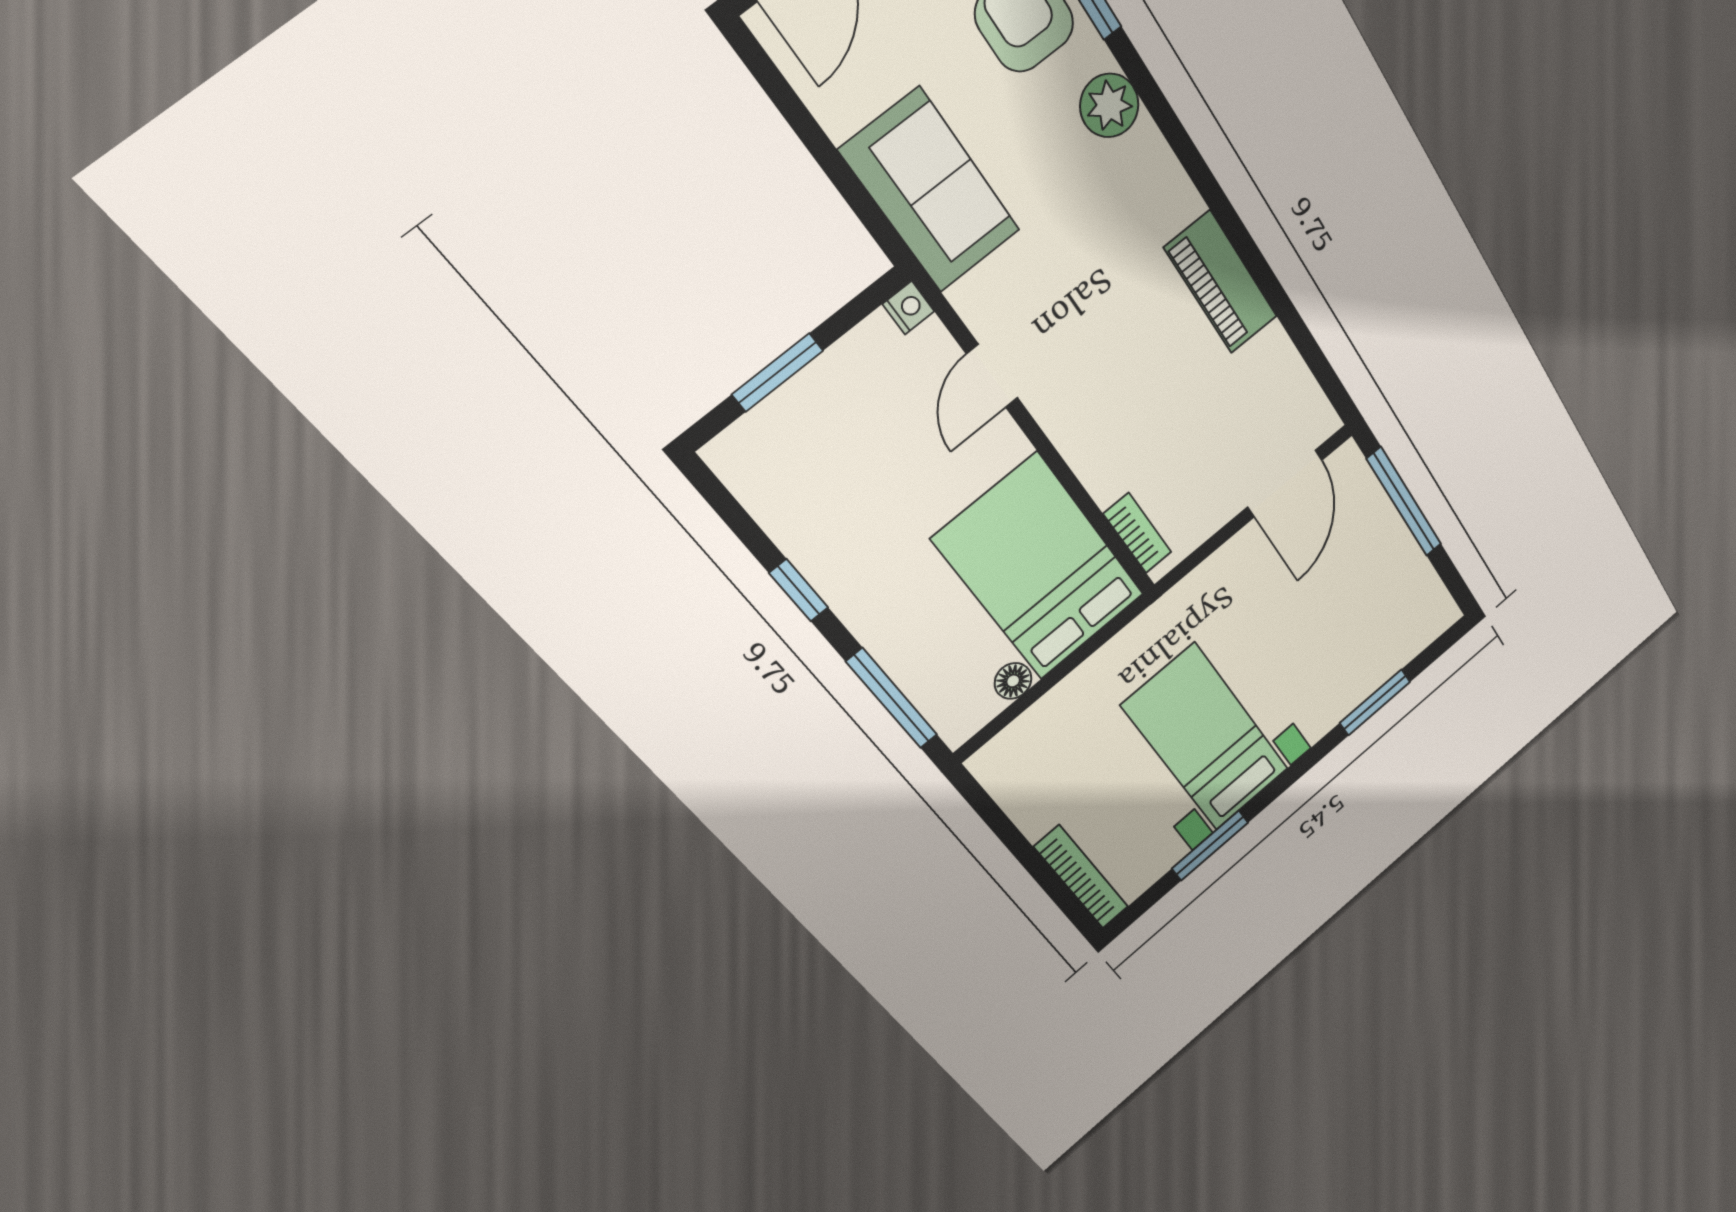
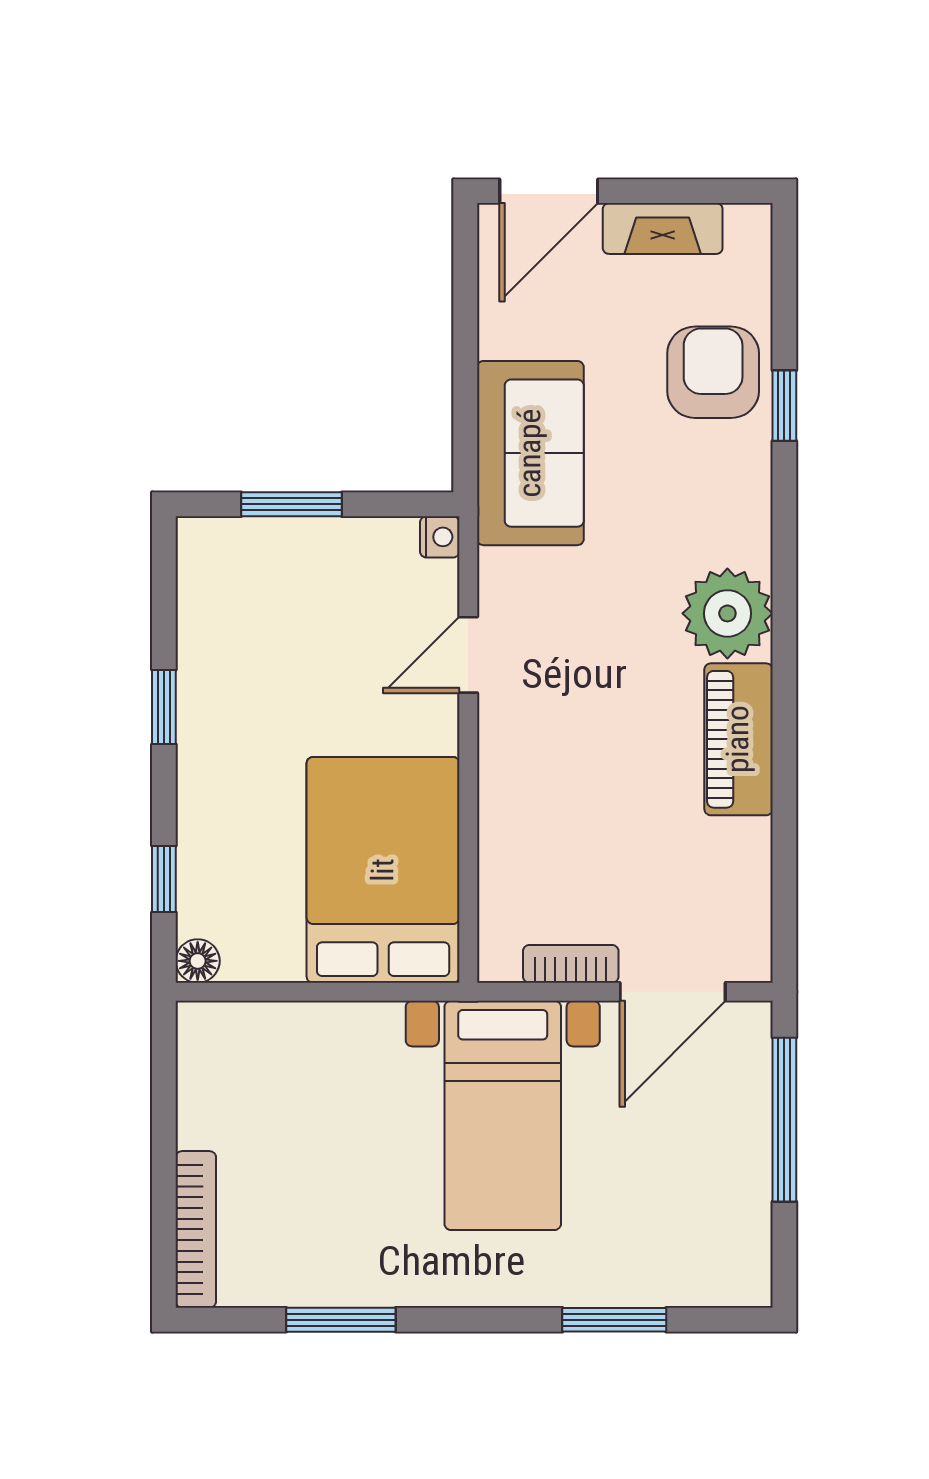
plant: (1109, 105) -> (727, 613), moved, width x1.36, depth x1.36
bookcase: (1137, 533) -> (571, 964), moved, turned -90
floor lamp: (1013, 681) -> (198, 961), moved
window: (892, 698) -> (164, 879), width x0.46
bed with nightstands: (1206, 738) -> (503, 1115), moved, turned 180

